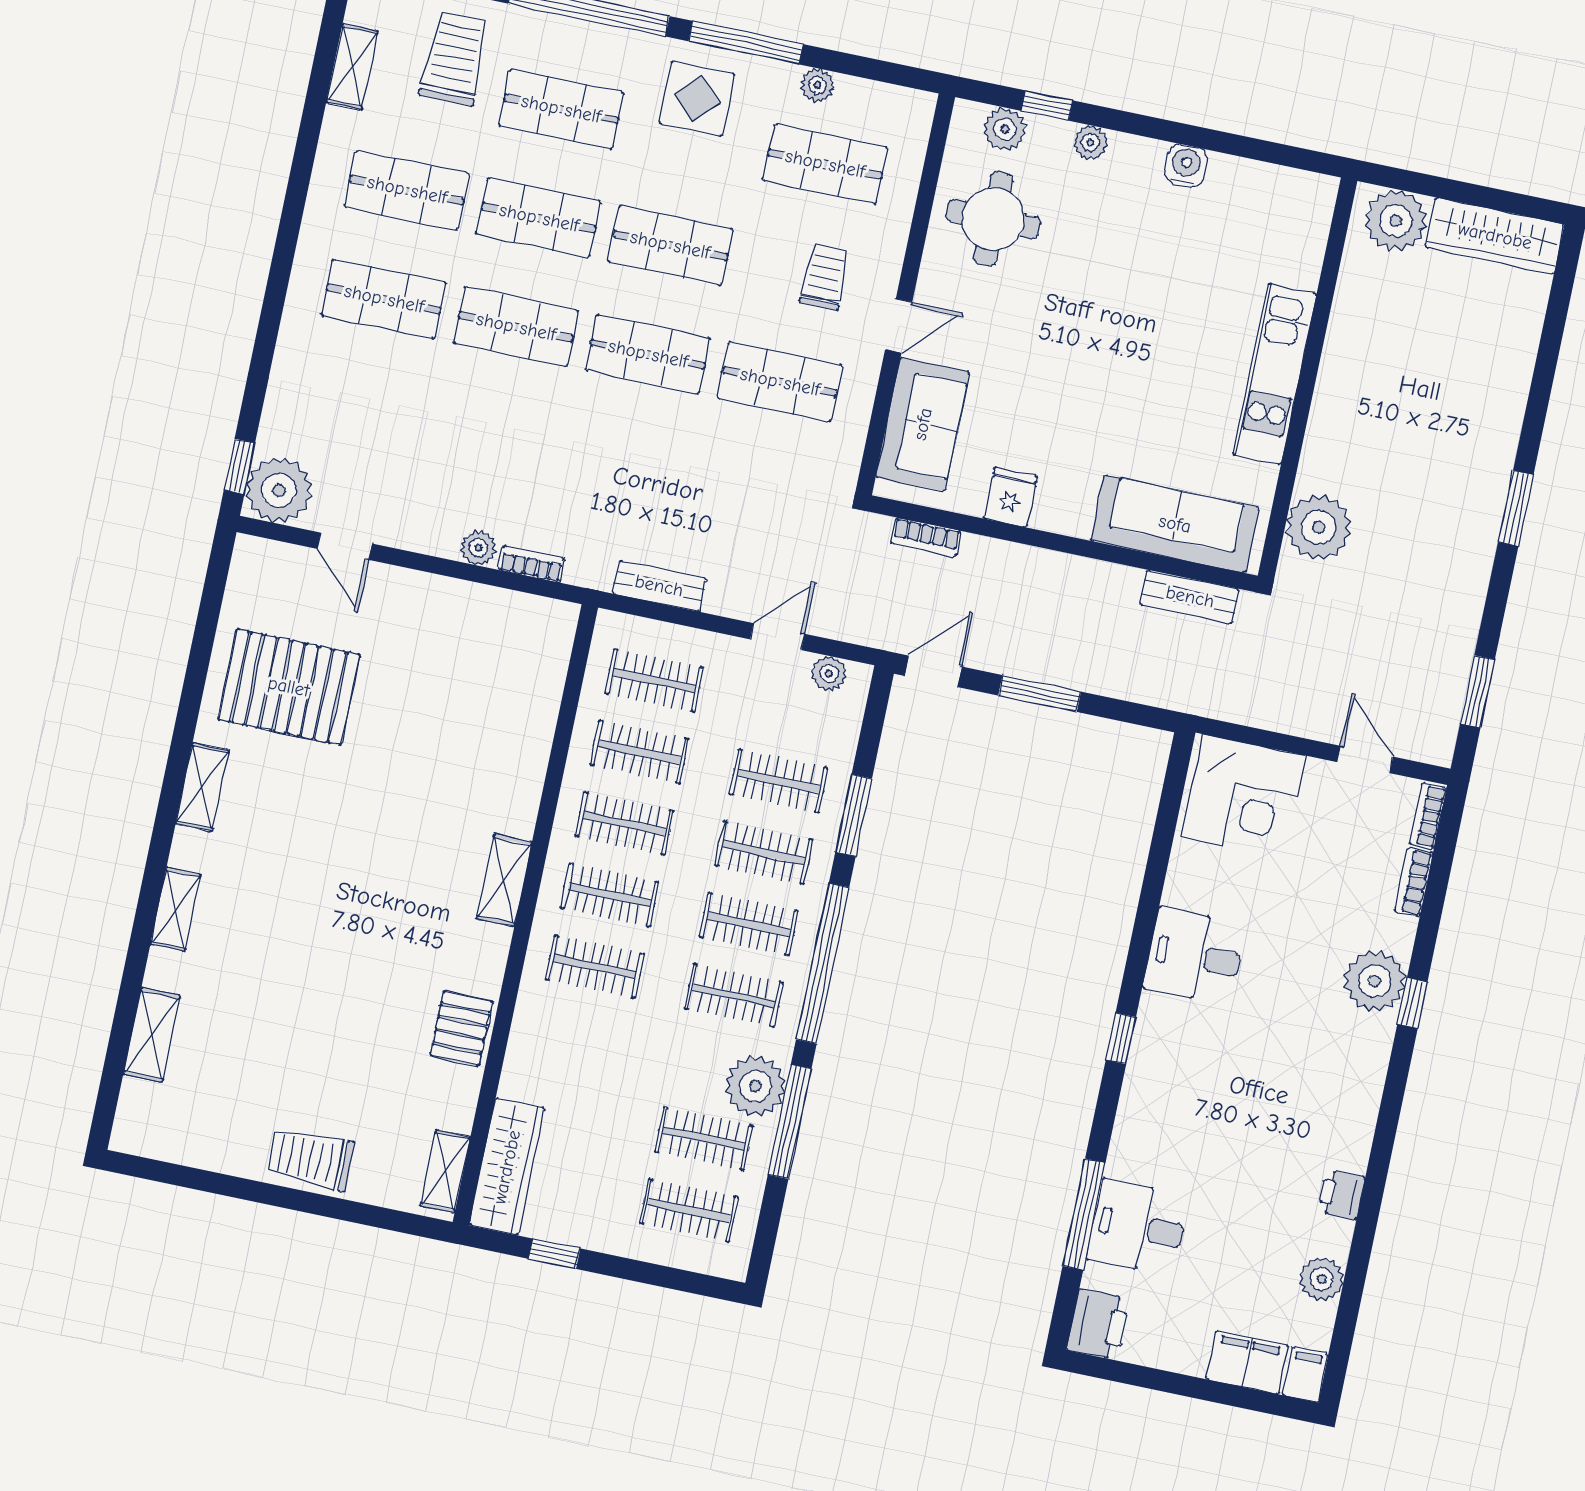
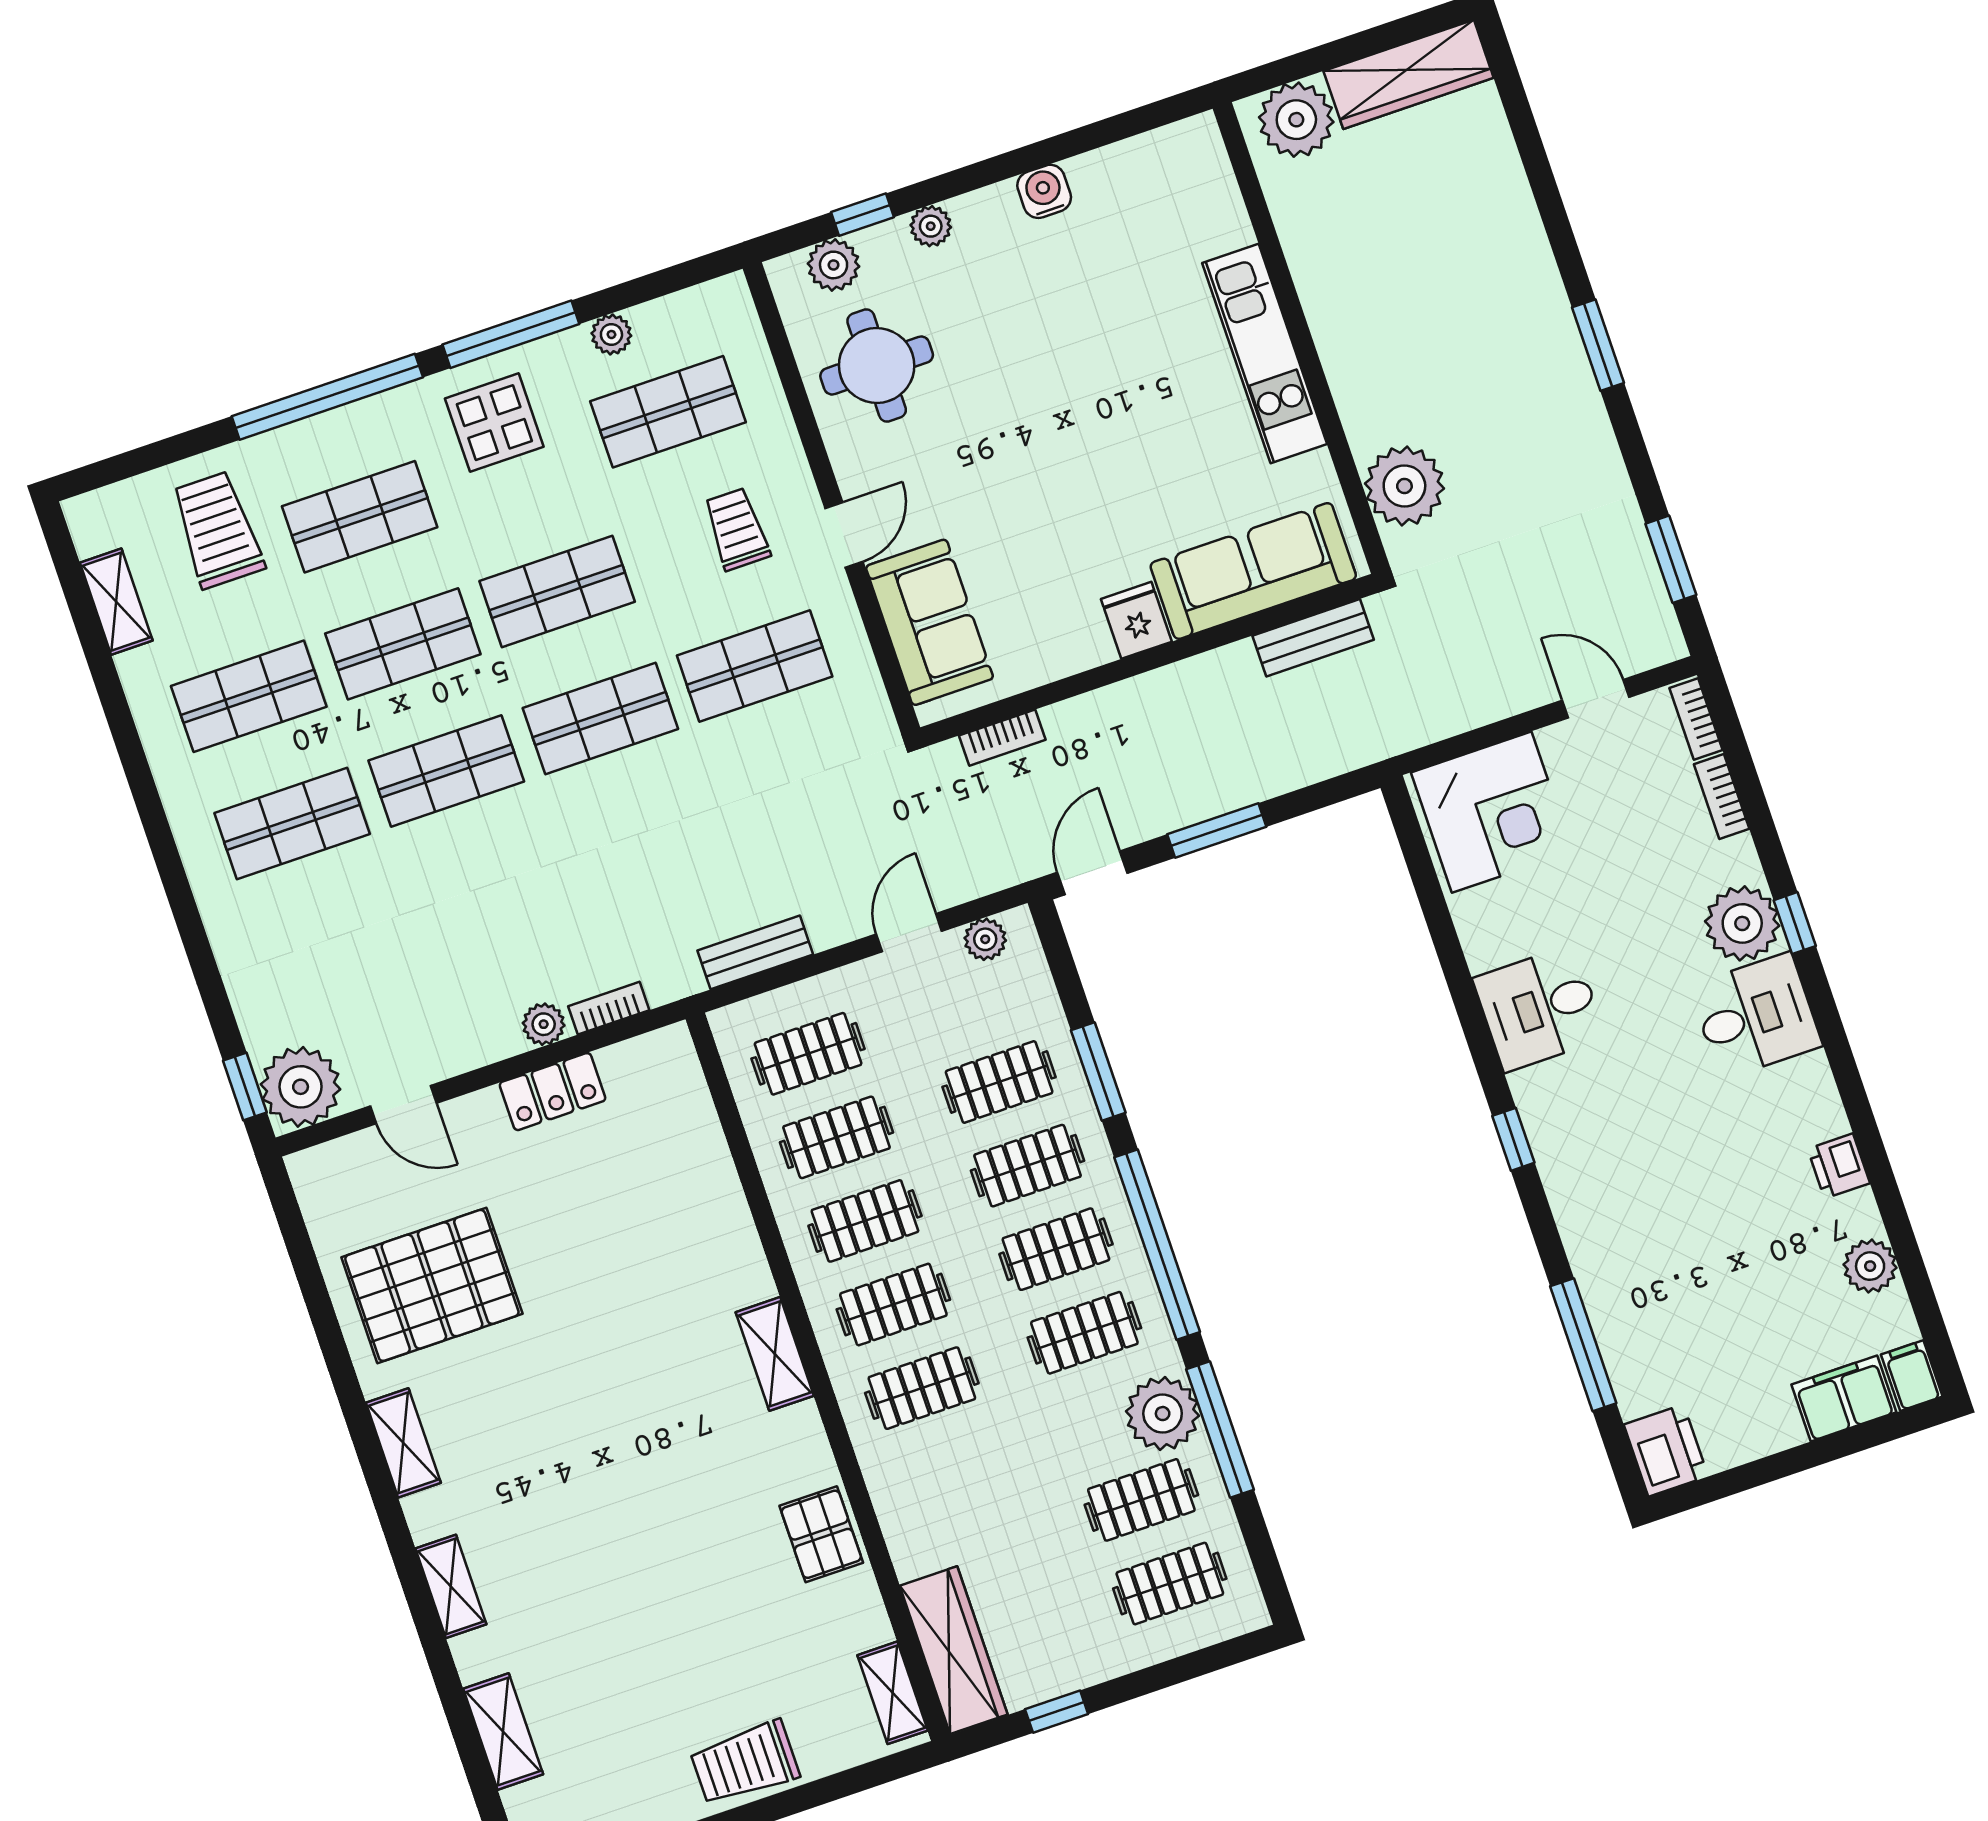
fridge: (1011, 497) -> (1136, 620), moved
locker: (456, 600) -> (553, 1092), added
desk: (1138, 1227) -> (1756, 1016), moved, turned 180

